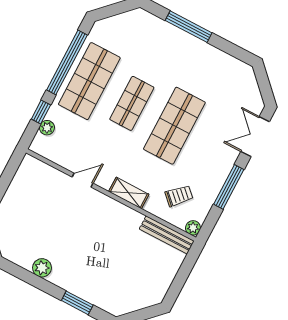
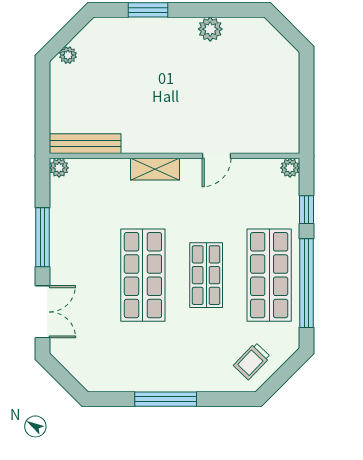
window: (189, 27) -> (166, 399), moved
plant: (47, 128) -> (290, 168), moved
trolley: (179, 196) -> (252, 361), moved
plant: (147, 301) -> (68, 55), added

